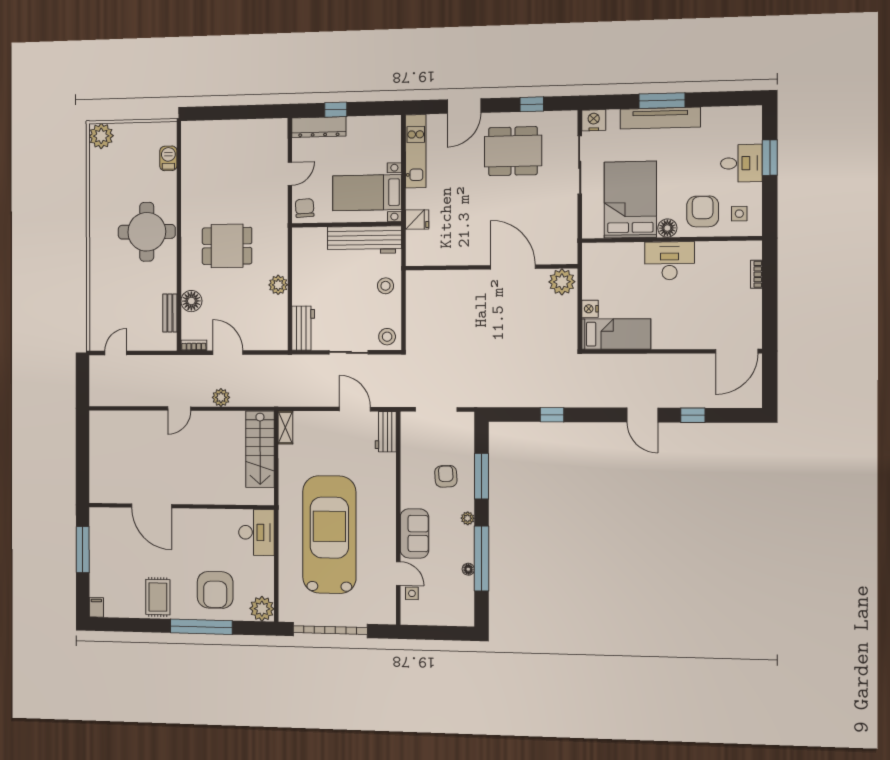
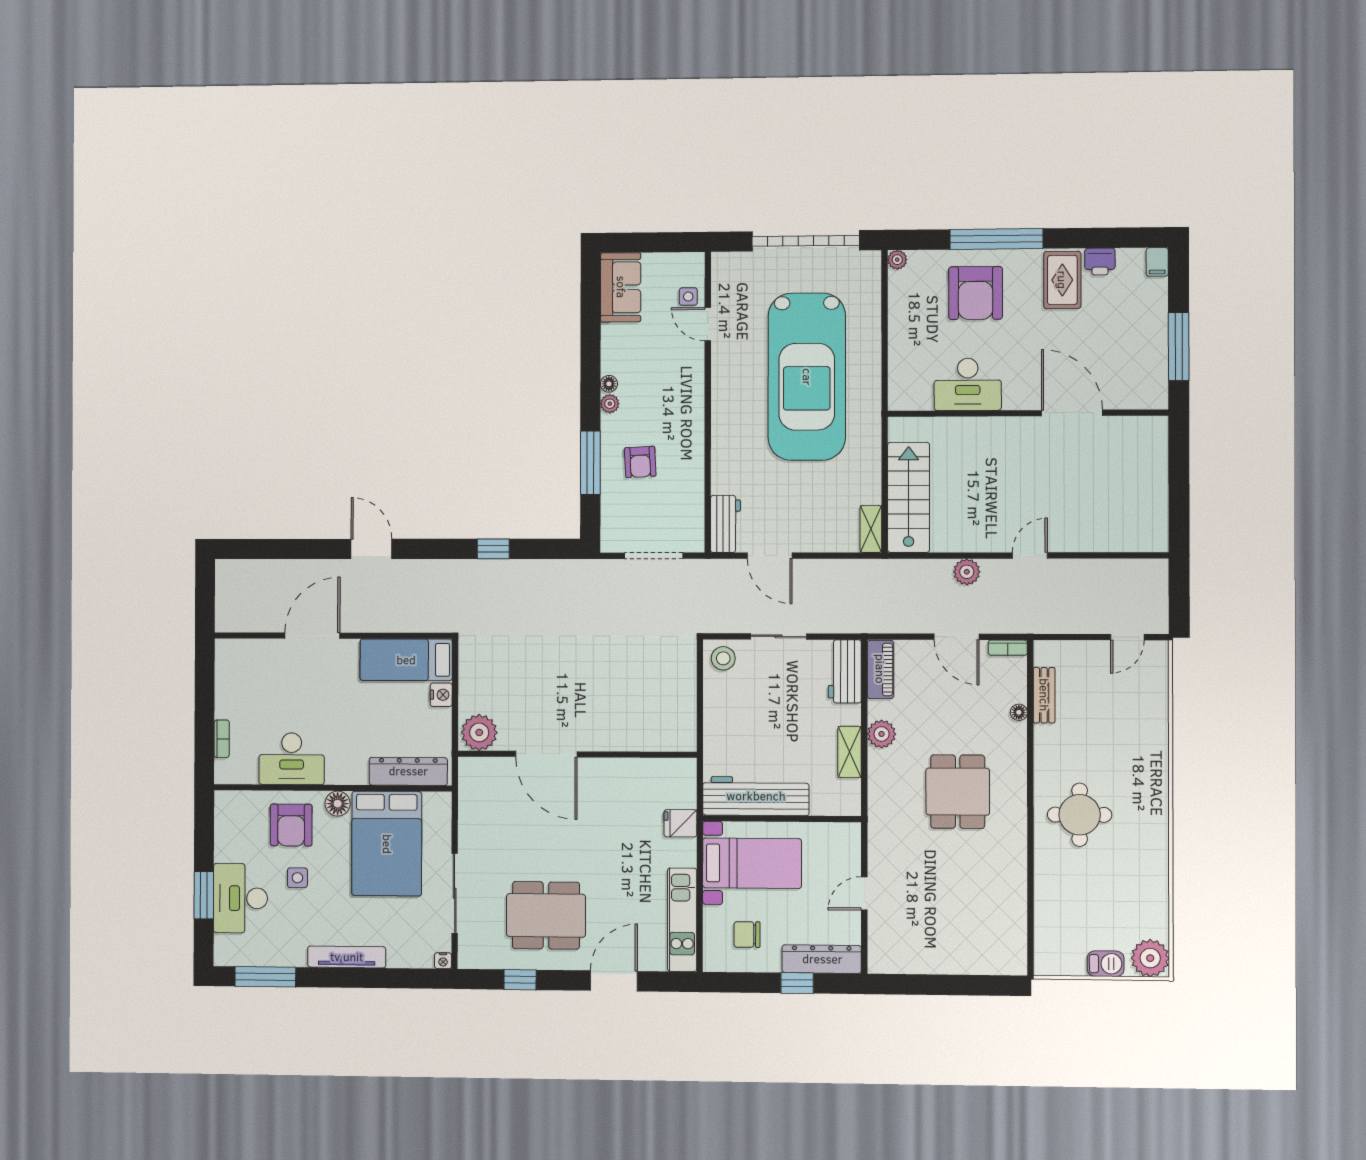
window: (662, 101) -> (265, 977), moved
tv unit: (660, 118) -> (347, 957), width x0.73, depth x0.78
nightstand: (594, 120) -> (443, 961), width x0.53, depth x0.56
barbecue: (168, 158) -> (1106, 964), moved, turned -90
desk: (741, 163) -> (240, 898), width x1.37
chair: (305, 208) -> (747, 935), moved, turned 93
side table: (739, 214) -> (297, 878), moved
round table: (147, 232) -> (1080, 815), width x0.73, depth x0.73
dining table: (227, 246) -> (958, 792), turned 90
dresser: (614, 253) -> (408, 771), added
desk: (670, 261) -> (292, 759), moved
shelving: (300, 272) -> (850, 752), added
stool: (385, 286) -> (725, 730), removed
floor lamp: (191, 301) -> (1019, 712), width x0.53, depth x0.53
piano: (279, 330) -> (880, 669), added
door: (737, 351) -> (312, 636), moved
window: (693, 415) -> (305, 549), removed
desk: (256, 532) -> (968, 384), moved, turned -90
sofa: (414, 533) -> (621, 287), moved, turned 180
window: (481, 558) -> (591, 348), removed
floor lamp: (468, 569) -> (609, 384), moved
armchair: (215, 590) -> (976, 293), turned 180
printer: (133, 609) -> (1100, 262), added
plant: (262, 609) -> (897, 260), width x0.53, depth x0.53

